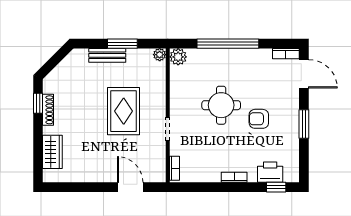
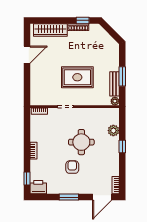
window: (228, 44) -> (122, 147), width x0.32
bench: (107, 55) -> (114, 84), moved
plant: (178, 57) -> (113, 131), moved
wardrobe: (52, 152) -> (50, 30), width x1.50
printer: (270, 172) -> (38, 187), moved, turned -90
door: (130, 187) -> (27, 55), moved

